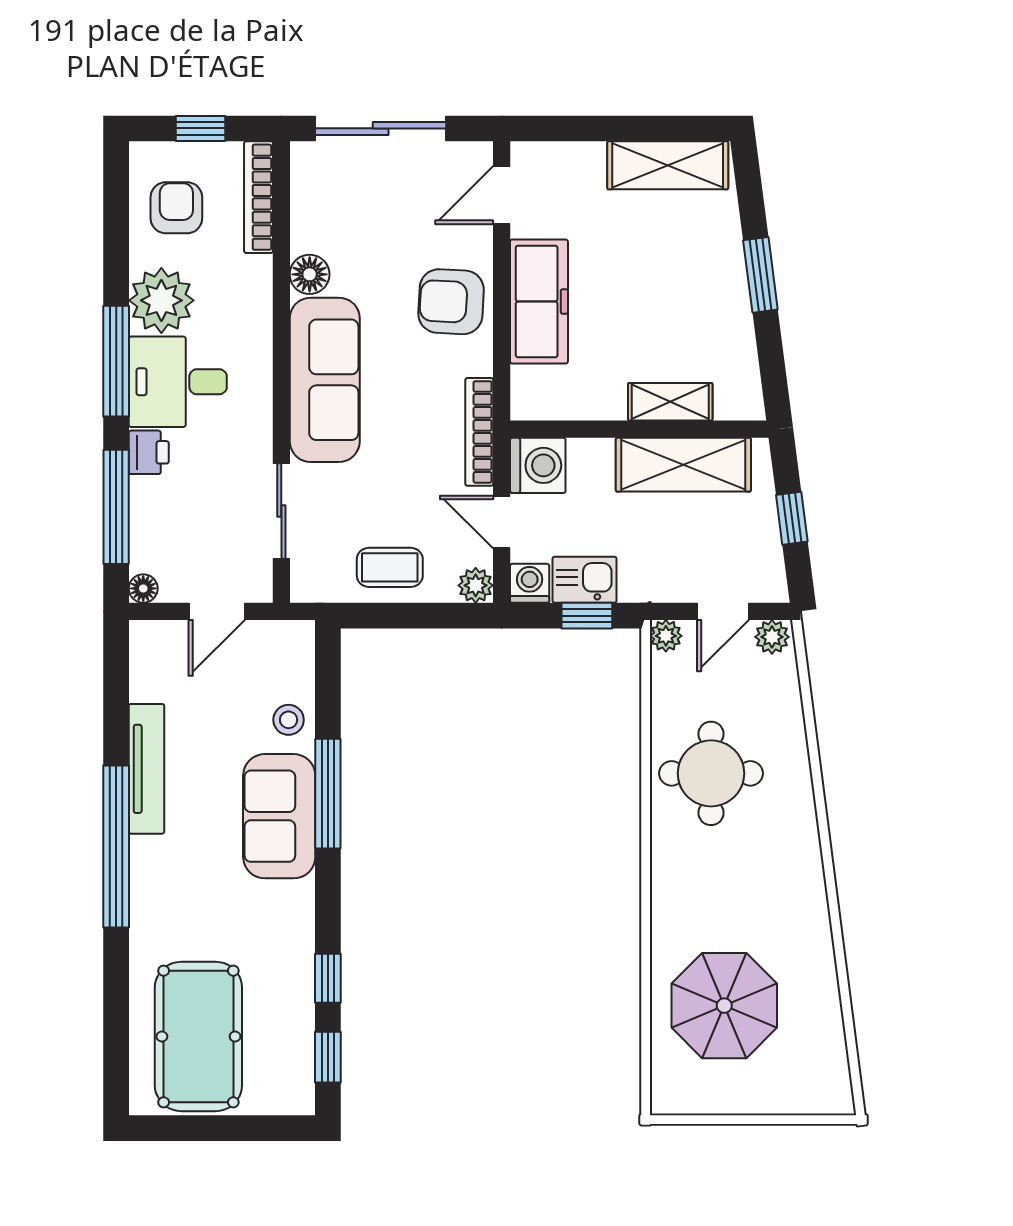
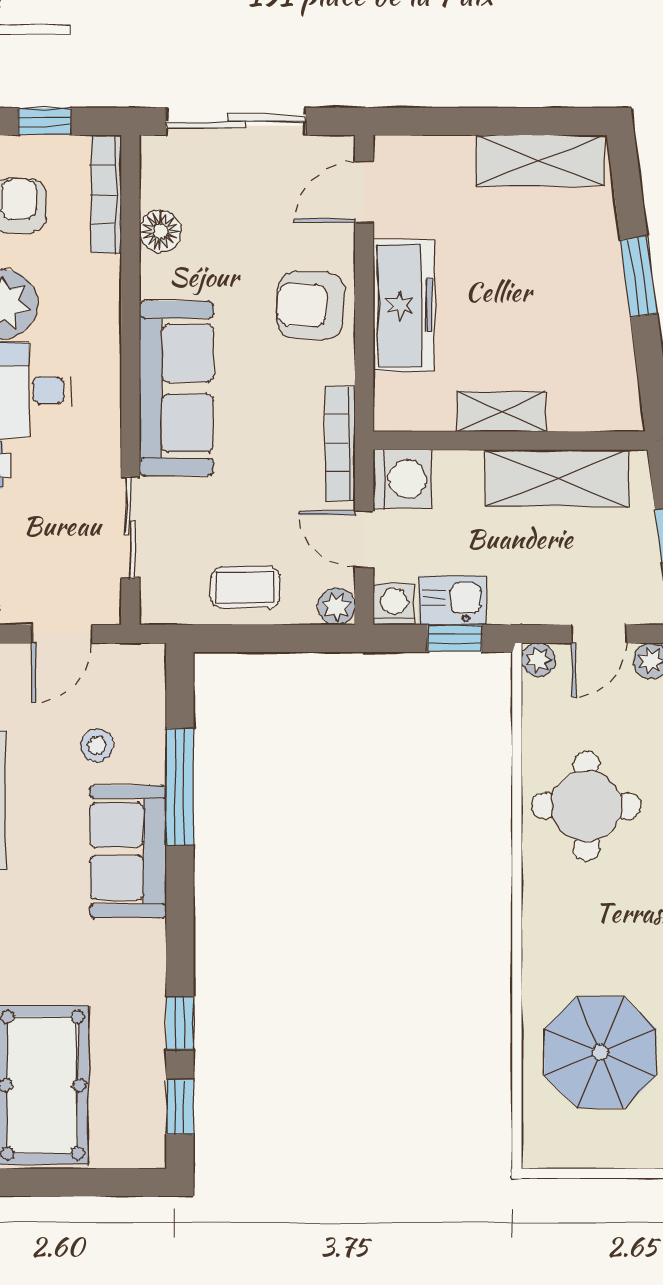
floor lamp: (310, 274) -> (160, 231), moved
shelving: (670, 402) -> (502, 412), moved
stool: (289, 720) -> (97, 745), moved
window: (328, 794) -> (180, 787), moved

